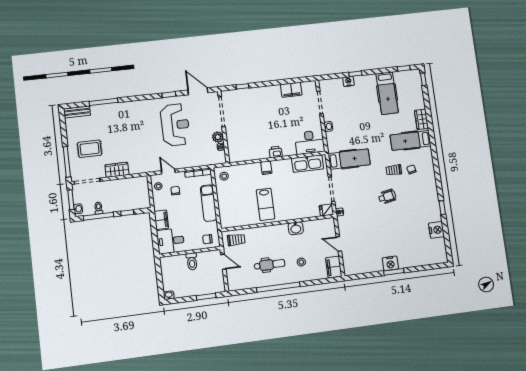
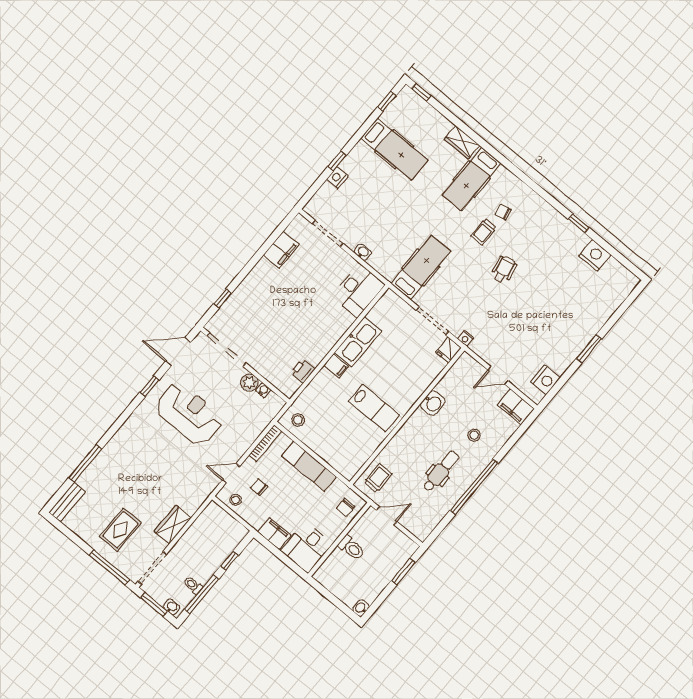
printer: (276, 152) -> (303, 371), moved
kitchen sink: (308, 164) -> (358, 342), moved
nightstand: (390, 263) -> (545, 380), moved

